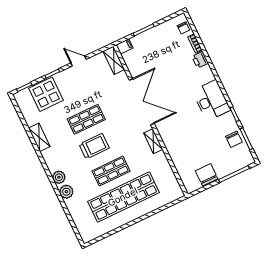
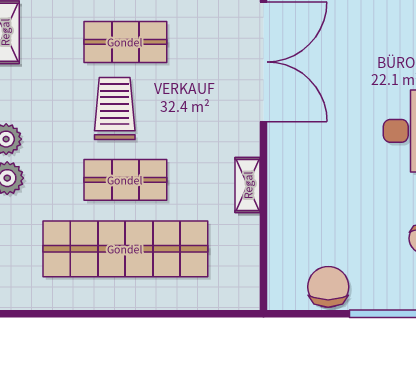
shelving: (153, 141) -> (248, 185), moved
trolley: (94, 146) -> (115, 108), turned -90

